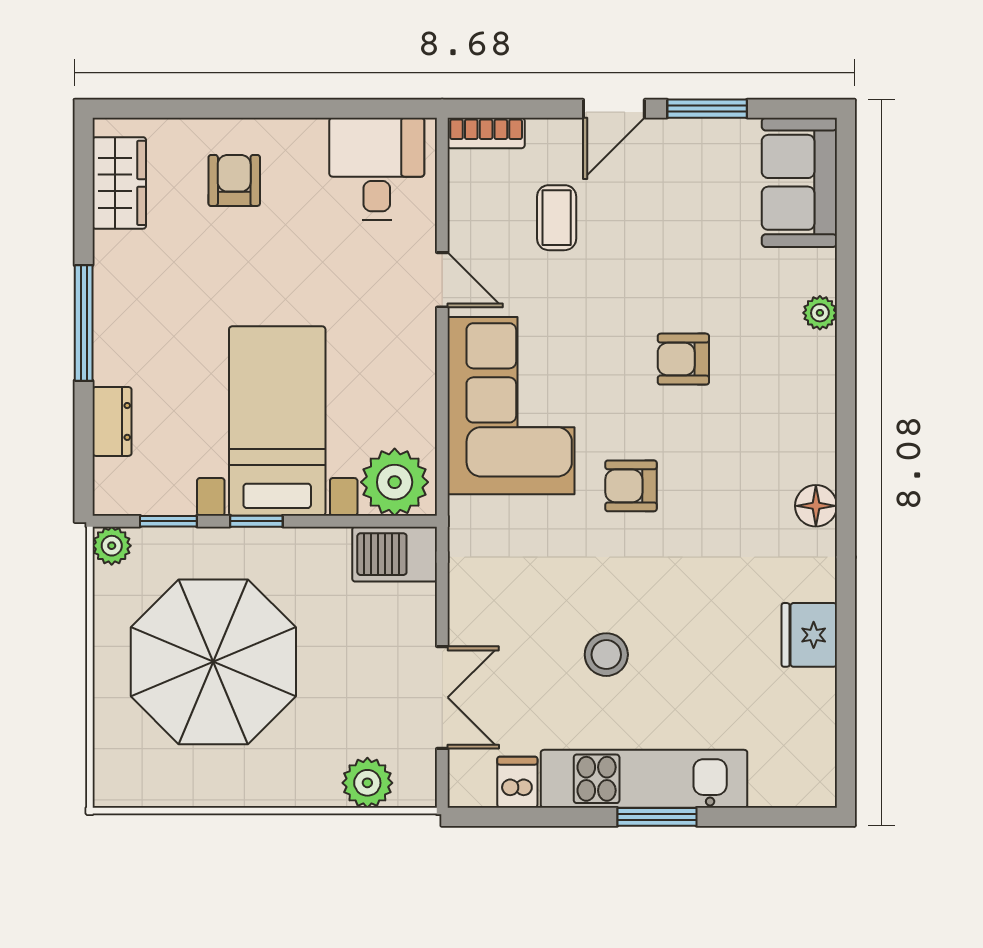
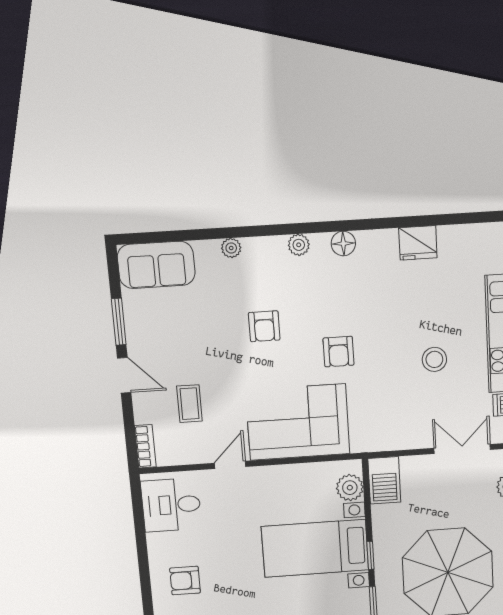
coffee table: (557, 218) -> (190, 404), turned 90
plant: (818, 429) -> (299, 245), added
plant: (395, 482) -> (350, 488), width x0.73, depth x0.73

